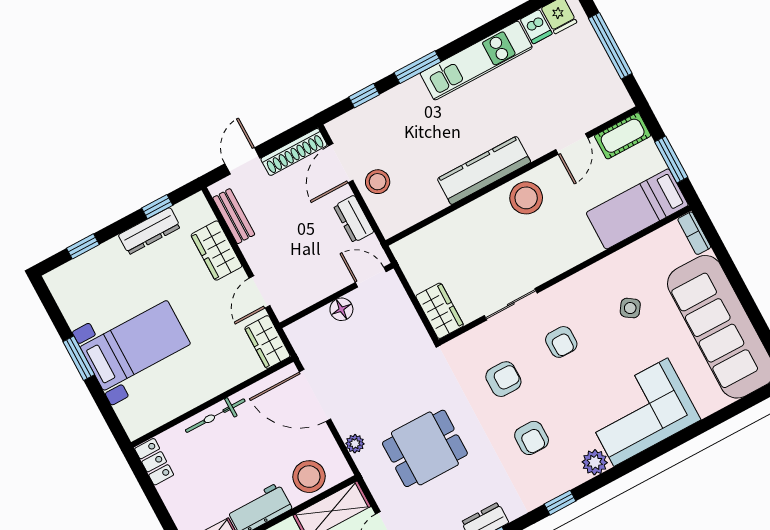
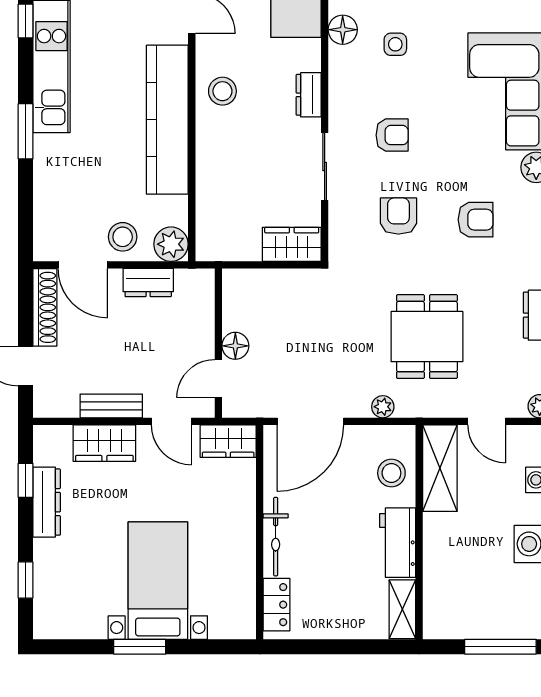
window: (364, 96) -> (26, 21), moved
kitchen counter: (484, 170) -> (167, 120), width x1.39, depth x1.17
stool: (526, 198) -> (222, 91), width x0.73, depth x0.73
bench: (234, 216) -> (111, 406), moved
plant: (391, 221) -> (171, 244), added
floor lamp: (620, 263) -> (343, 30), added
dresser: (558, 264) -> (309, 95), added
door: (371, 277) -> (218, 379), moved
side table: (630, 308) -> (395, 44), turned -35
locker: (154, 462) -> (277, 605), moved, turned 90
stool: (309, 477) -> (391, 473), width x0.73, depth x0.73

